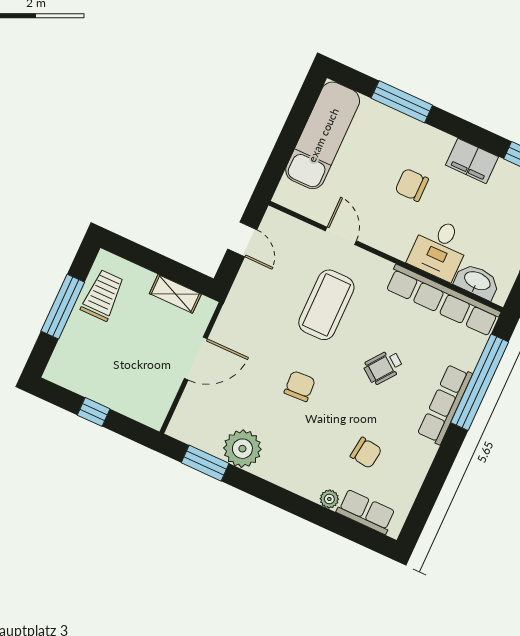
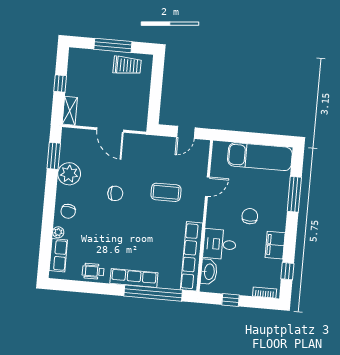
shelving: (175, 294) -> (70, 111), moved
coffee table: (326, 305) -> (166, 192), width x0.73, depth x0.76
wheelchair: (383, 367) -> (93, 271), moved, turned -37
chair: (366, 453) -> (68, 211), moved

